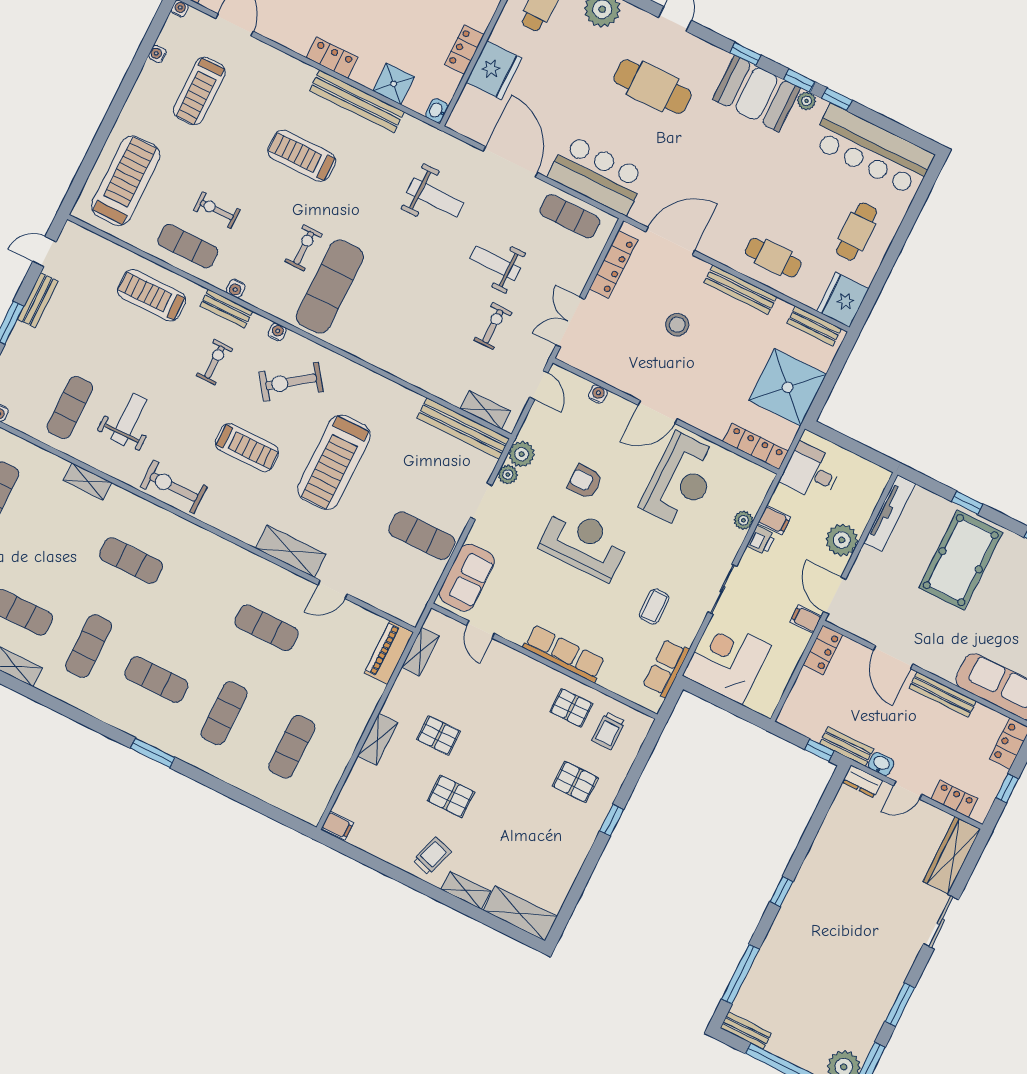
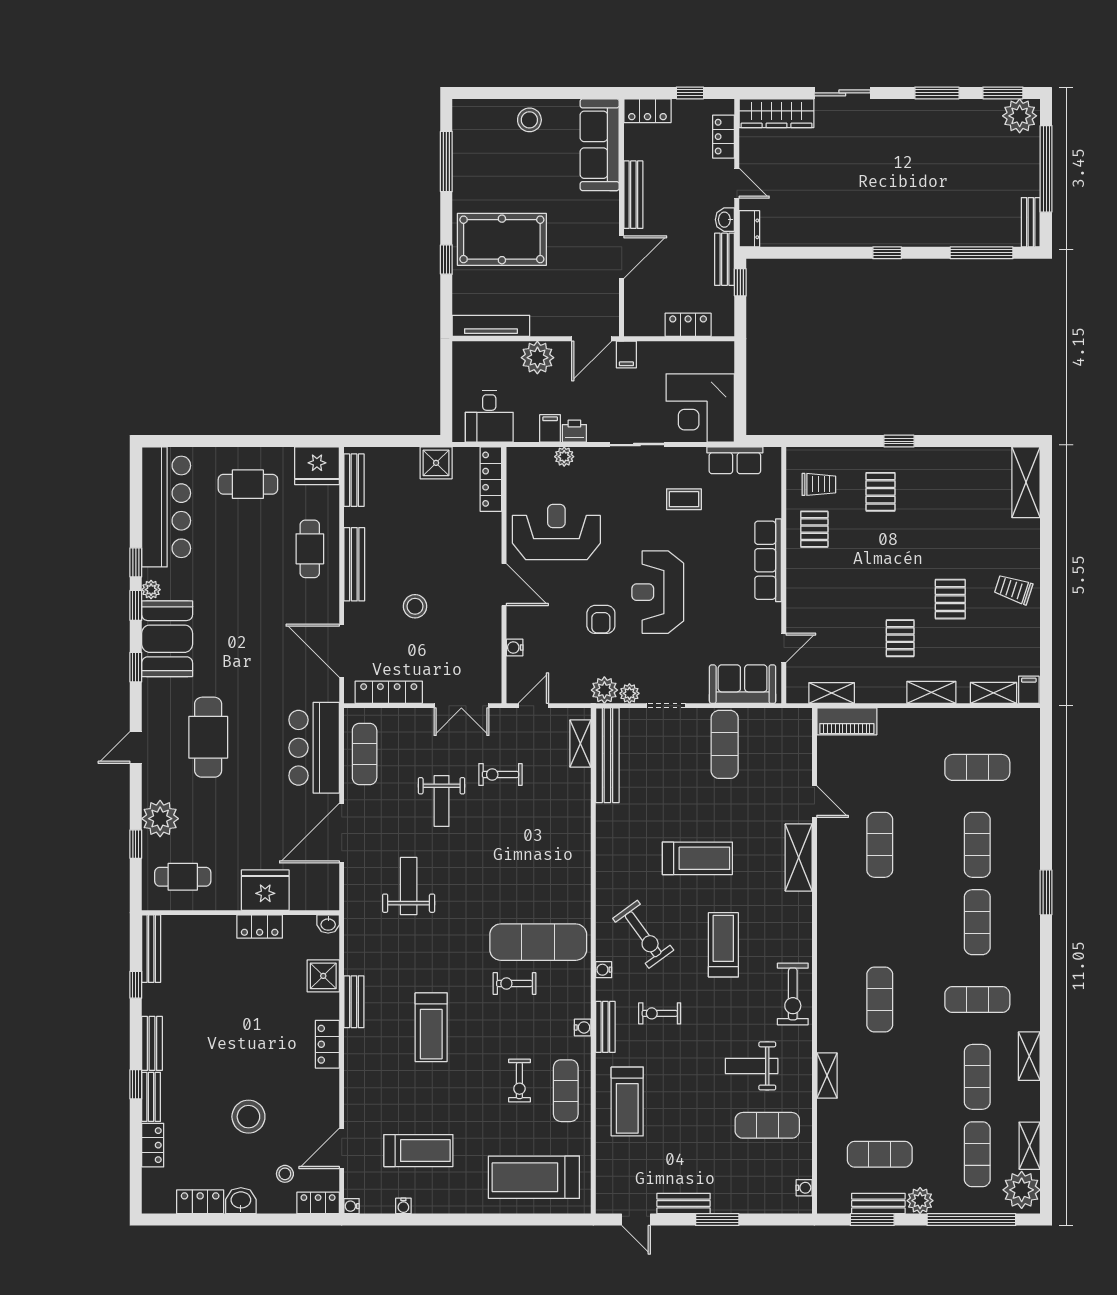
bench: (357, 101) -> (354, 1002), width x0.54, depth x0.82
shower: (788, 387) -> (436, 463), width x0.54, depth x0.54
treadmill: (334, 462) -> (697, 858), width x0.73, depth x0.73
locker: (823, 650) -> (688, 325), moved
exercise mat: (224, 713) -> (977, 845), turned 90
shelving: (466, 890) -> (994, 693), moved, turned 90

